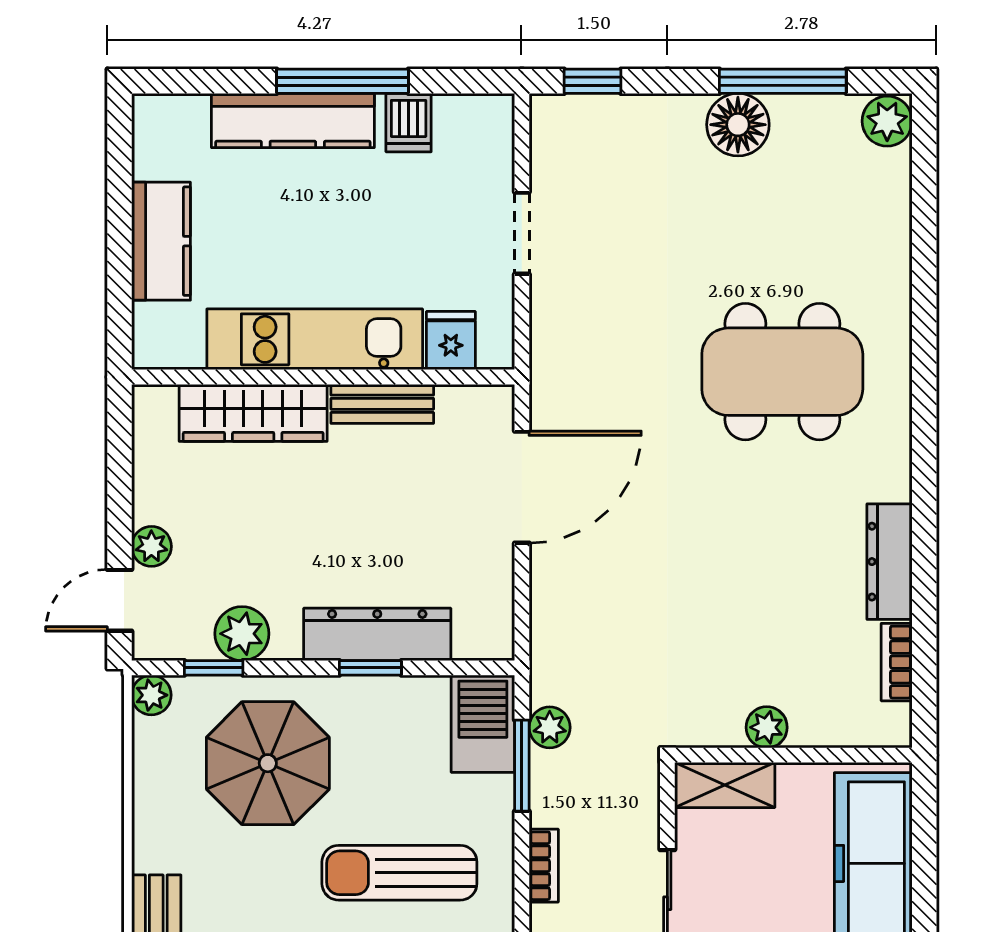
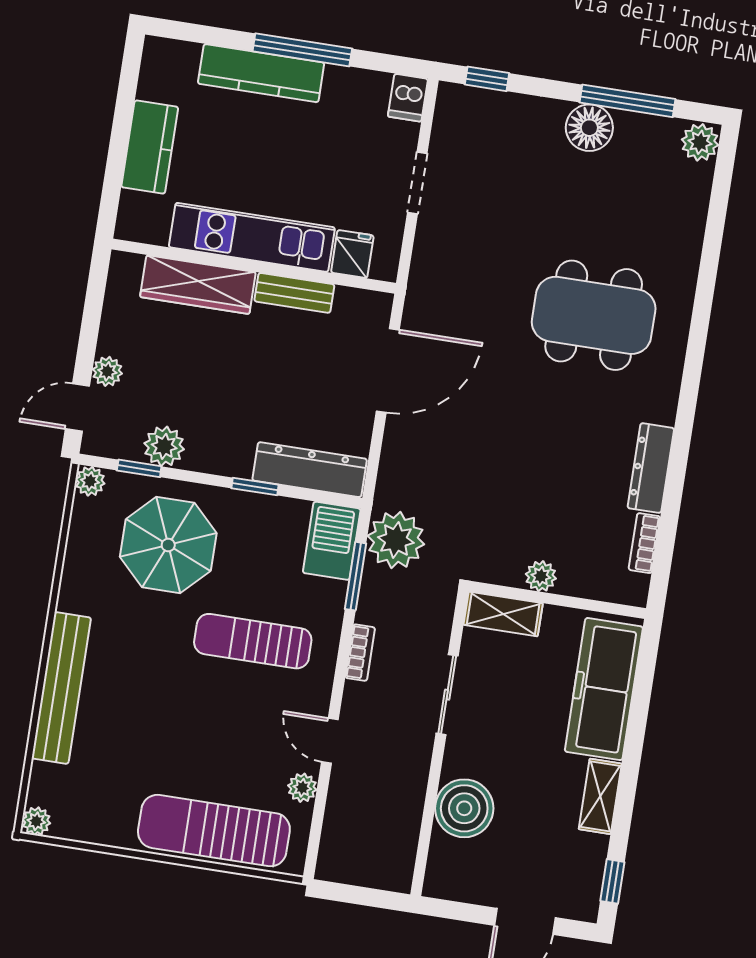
dishwasher: (409, 123) -> (408, 98), moved
dresser: (377, 634) -> (310, 470), moved
plant: (550, 727) -> (396, 540), width x1.87, depth x1.87

